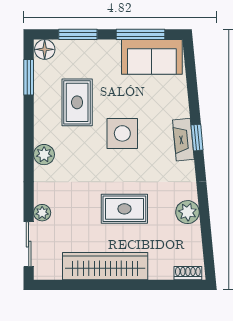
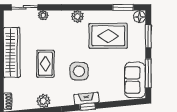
rug: (77, 102) -> (108, 36), width x1.36, depth x1.43
side table: (122, 133) -> (79, 71), moved

